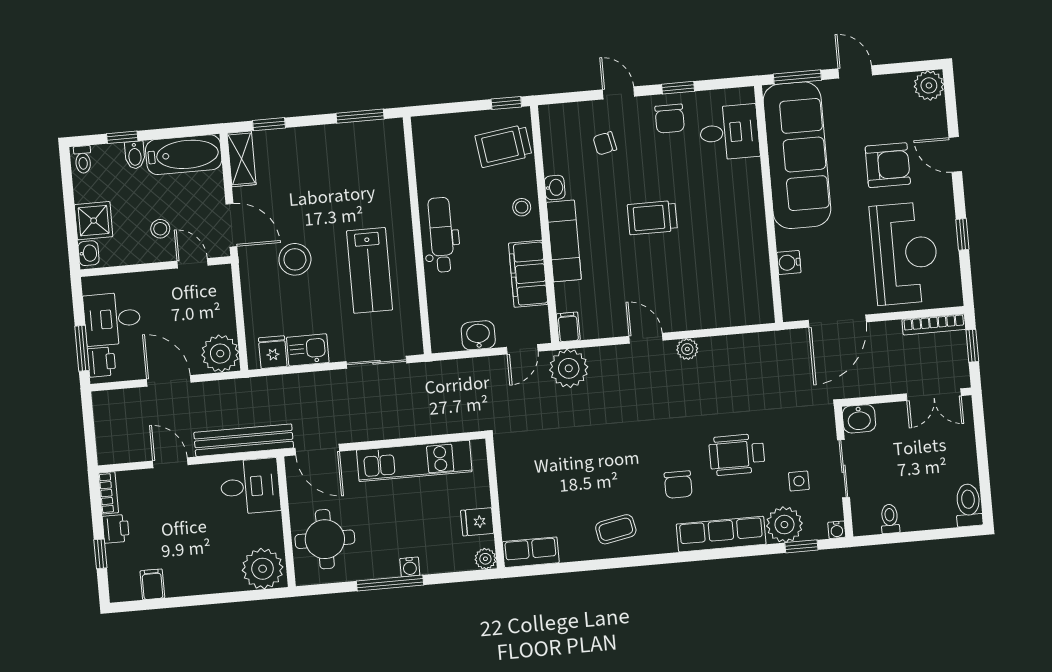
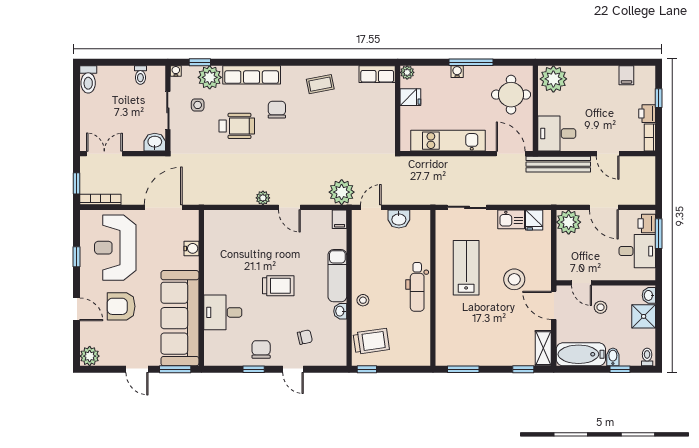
desk: (729, 132) -> (223, 312), moved
filing cabinet: (528, 274) -> (363, 256), removed

